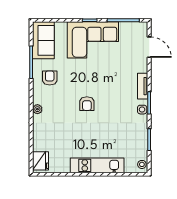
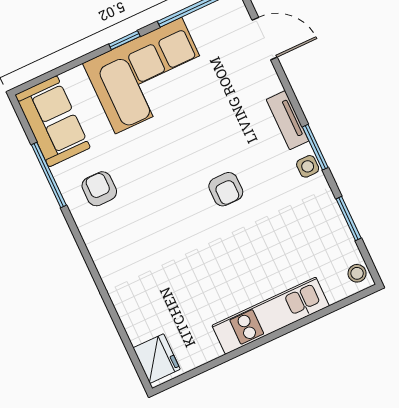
armchair: (87, 104) -> (226, 189), moved
plant: (37, 109) -> (104, 261), removed

